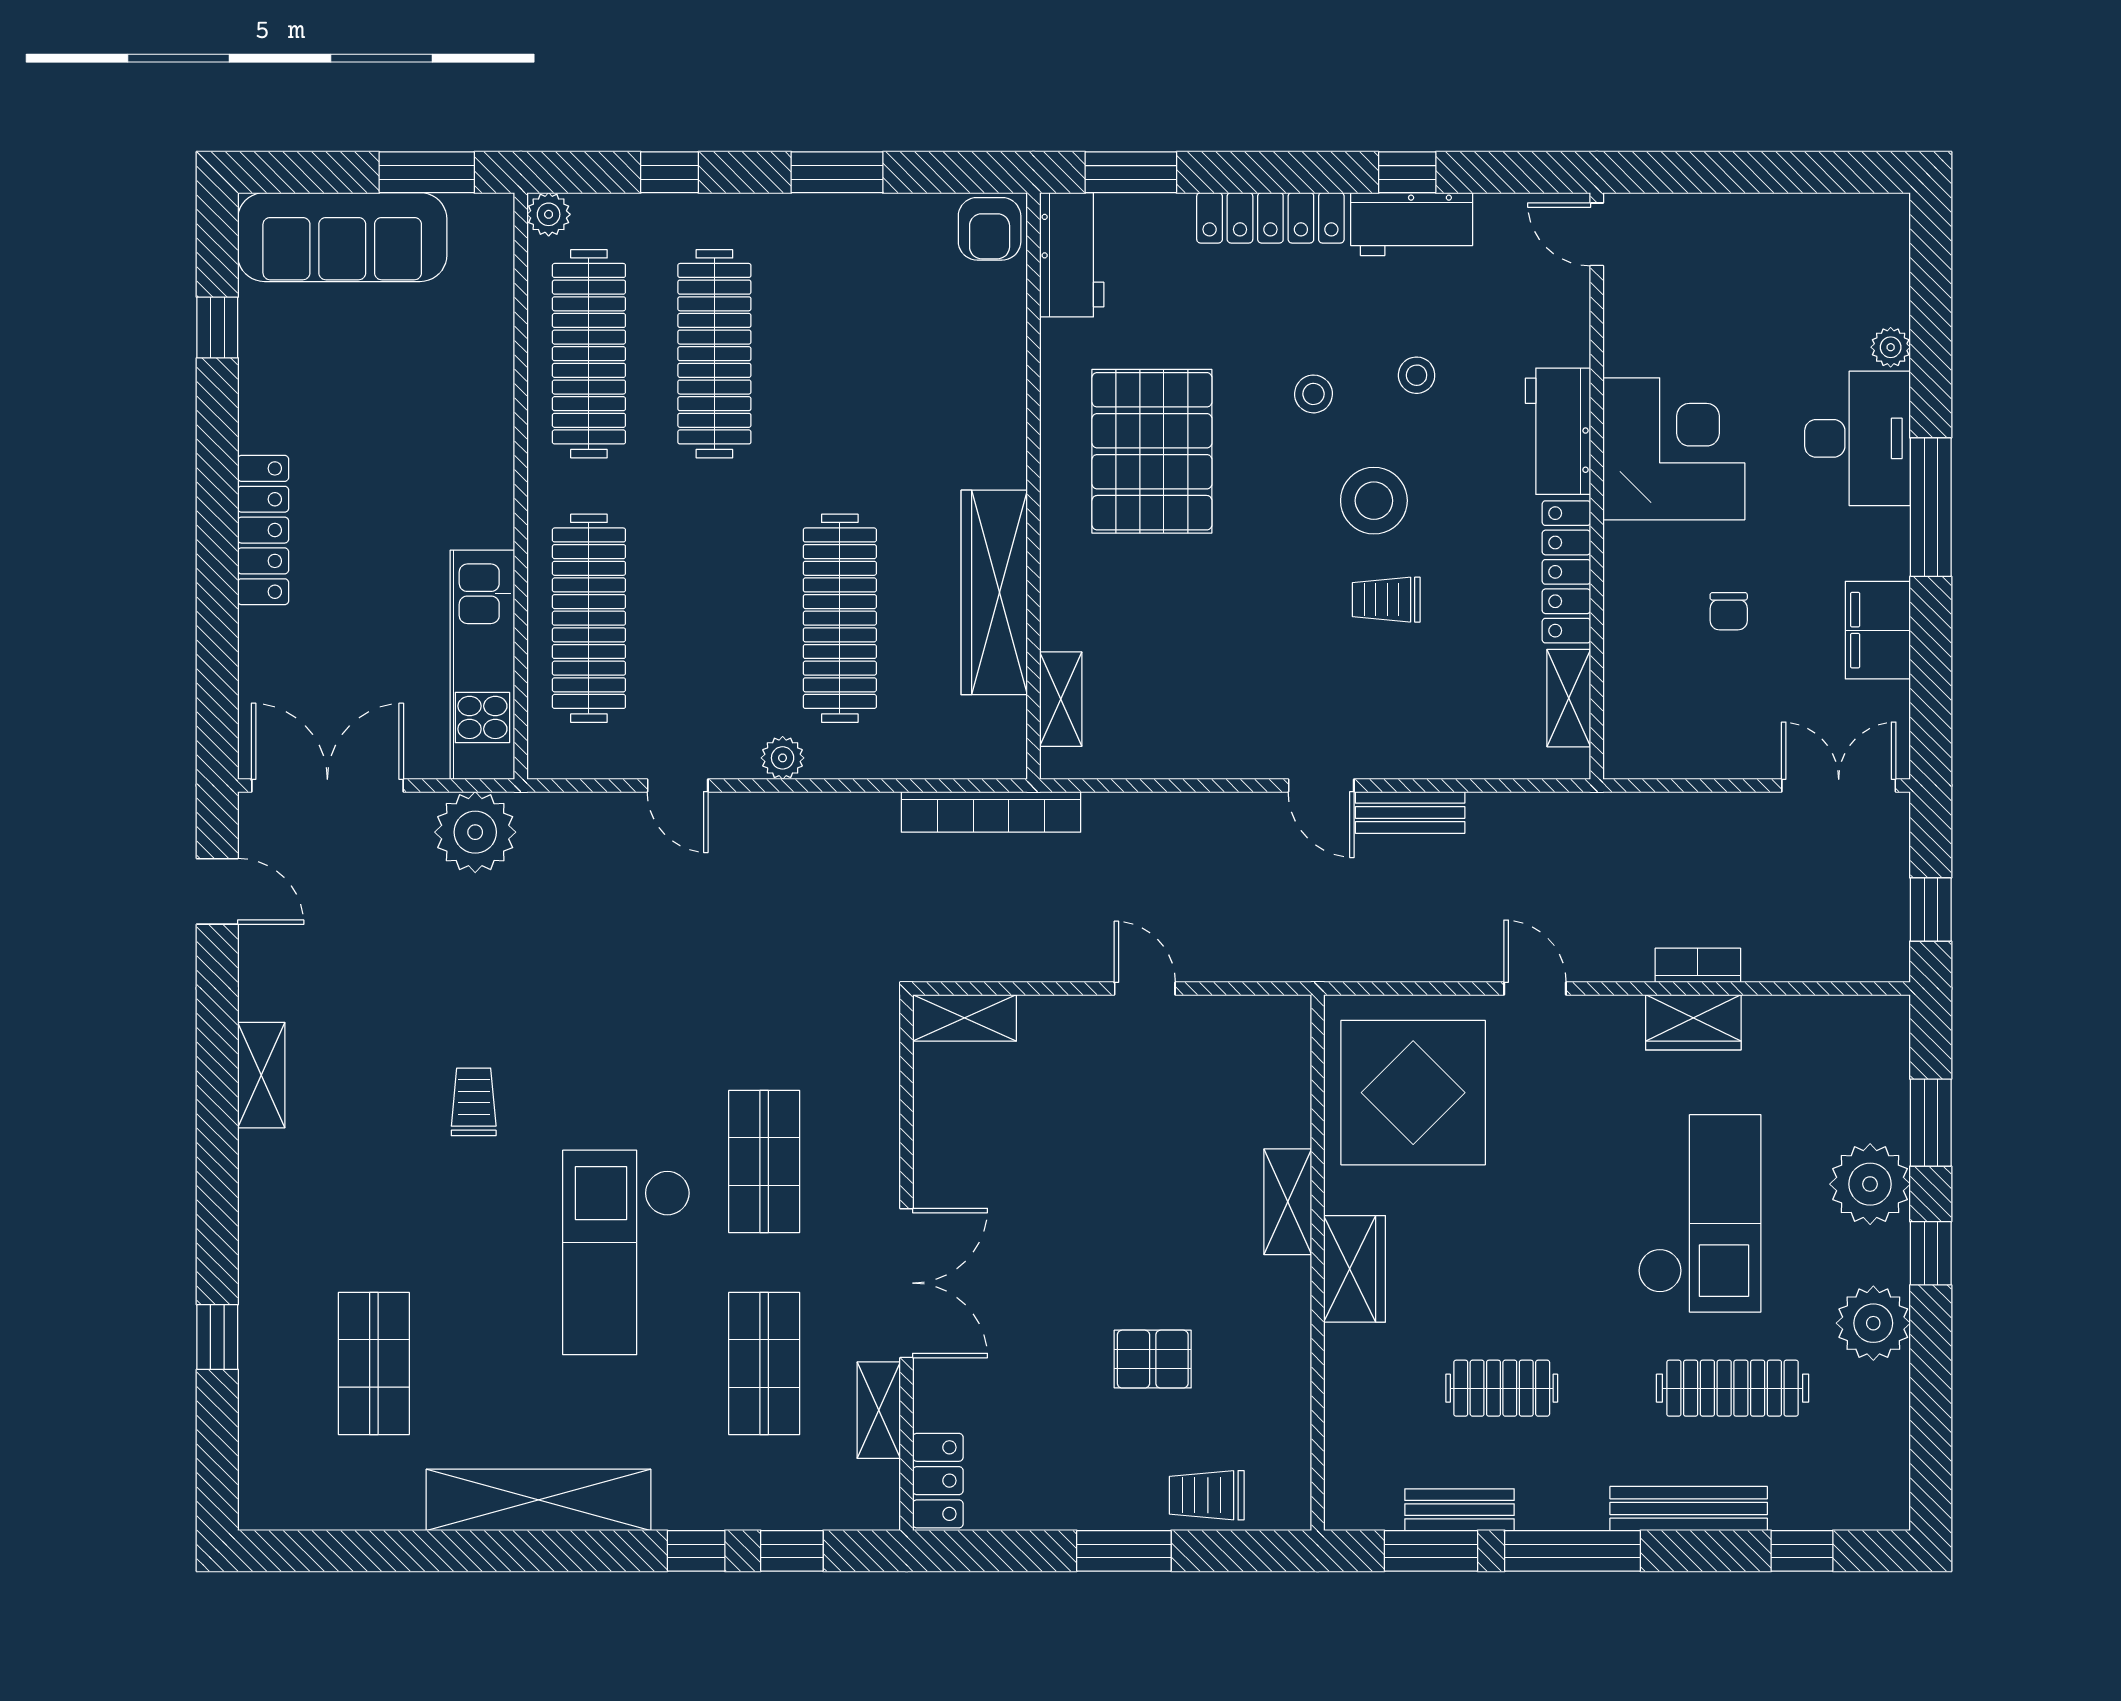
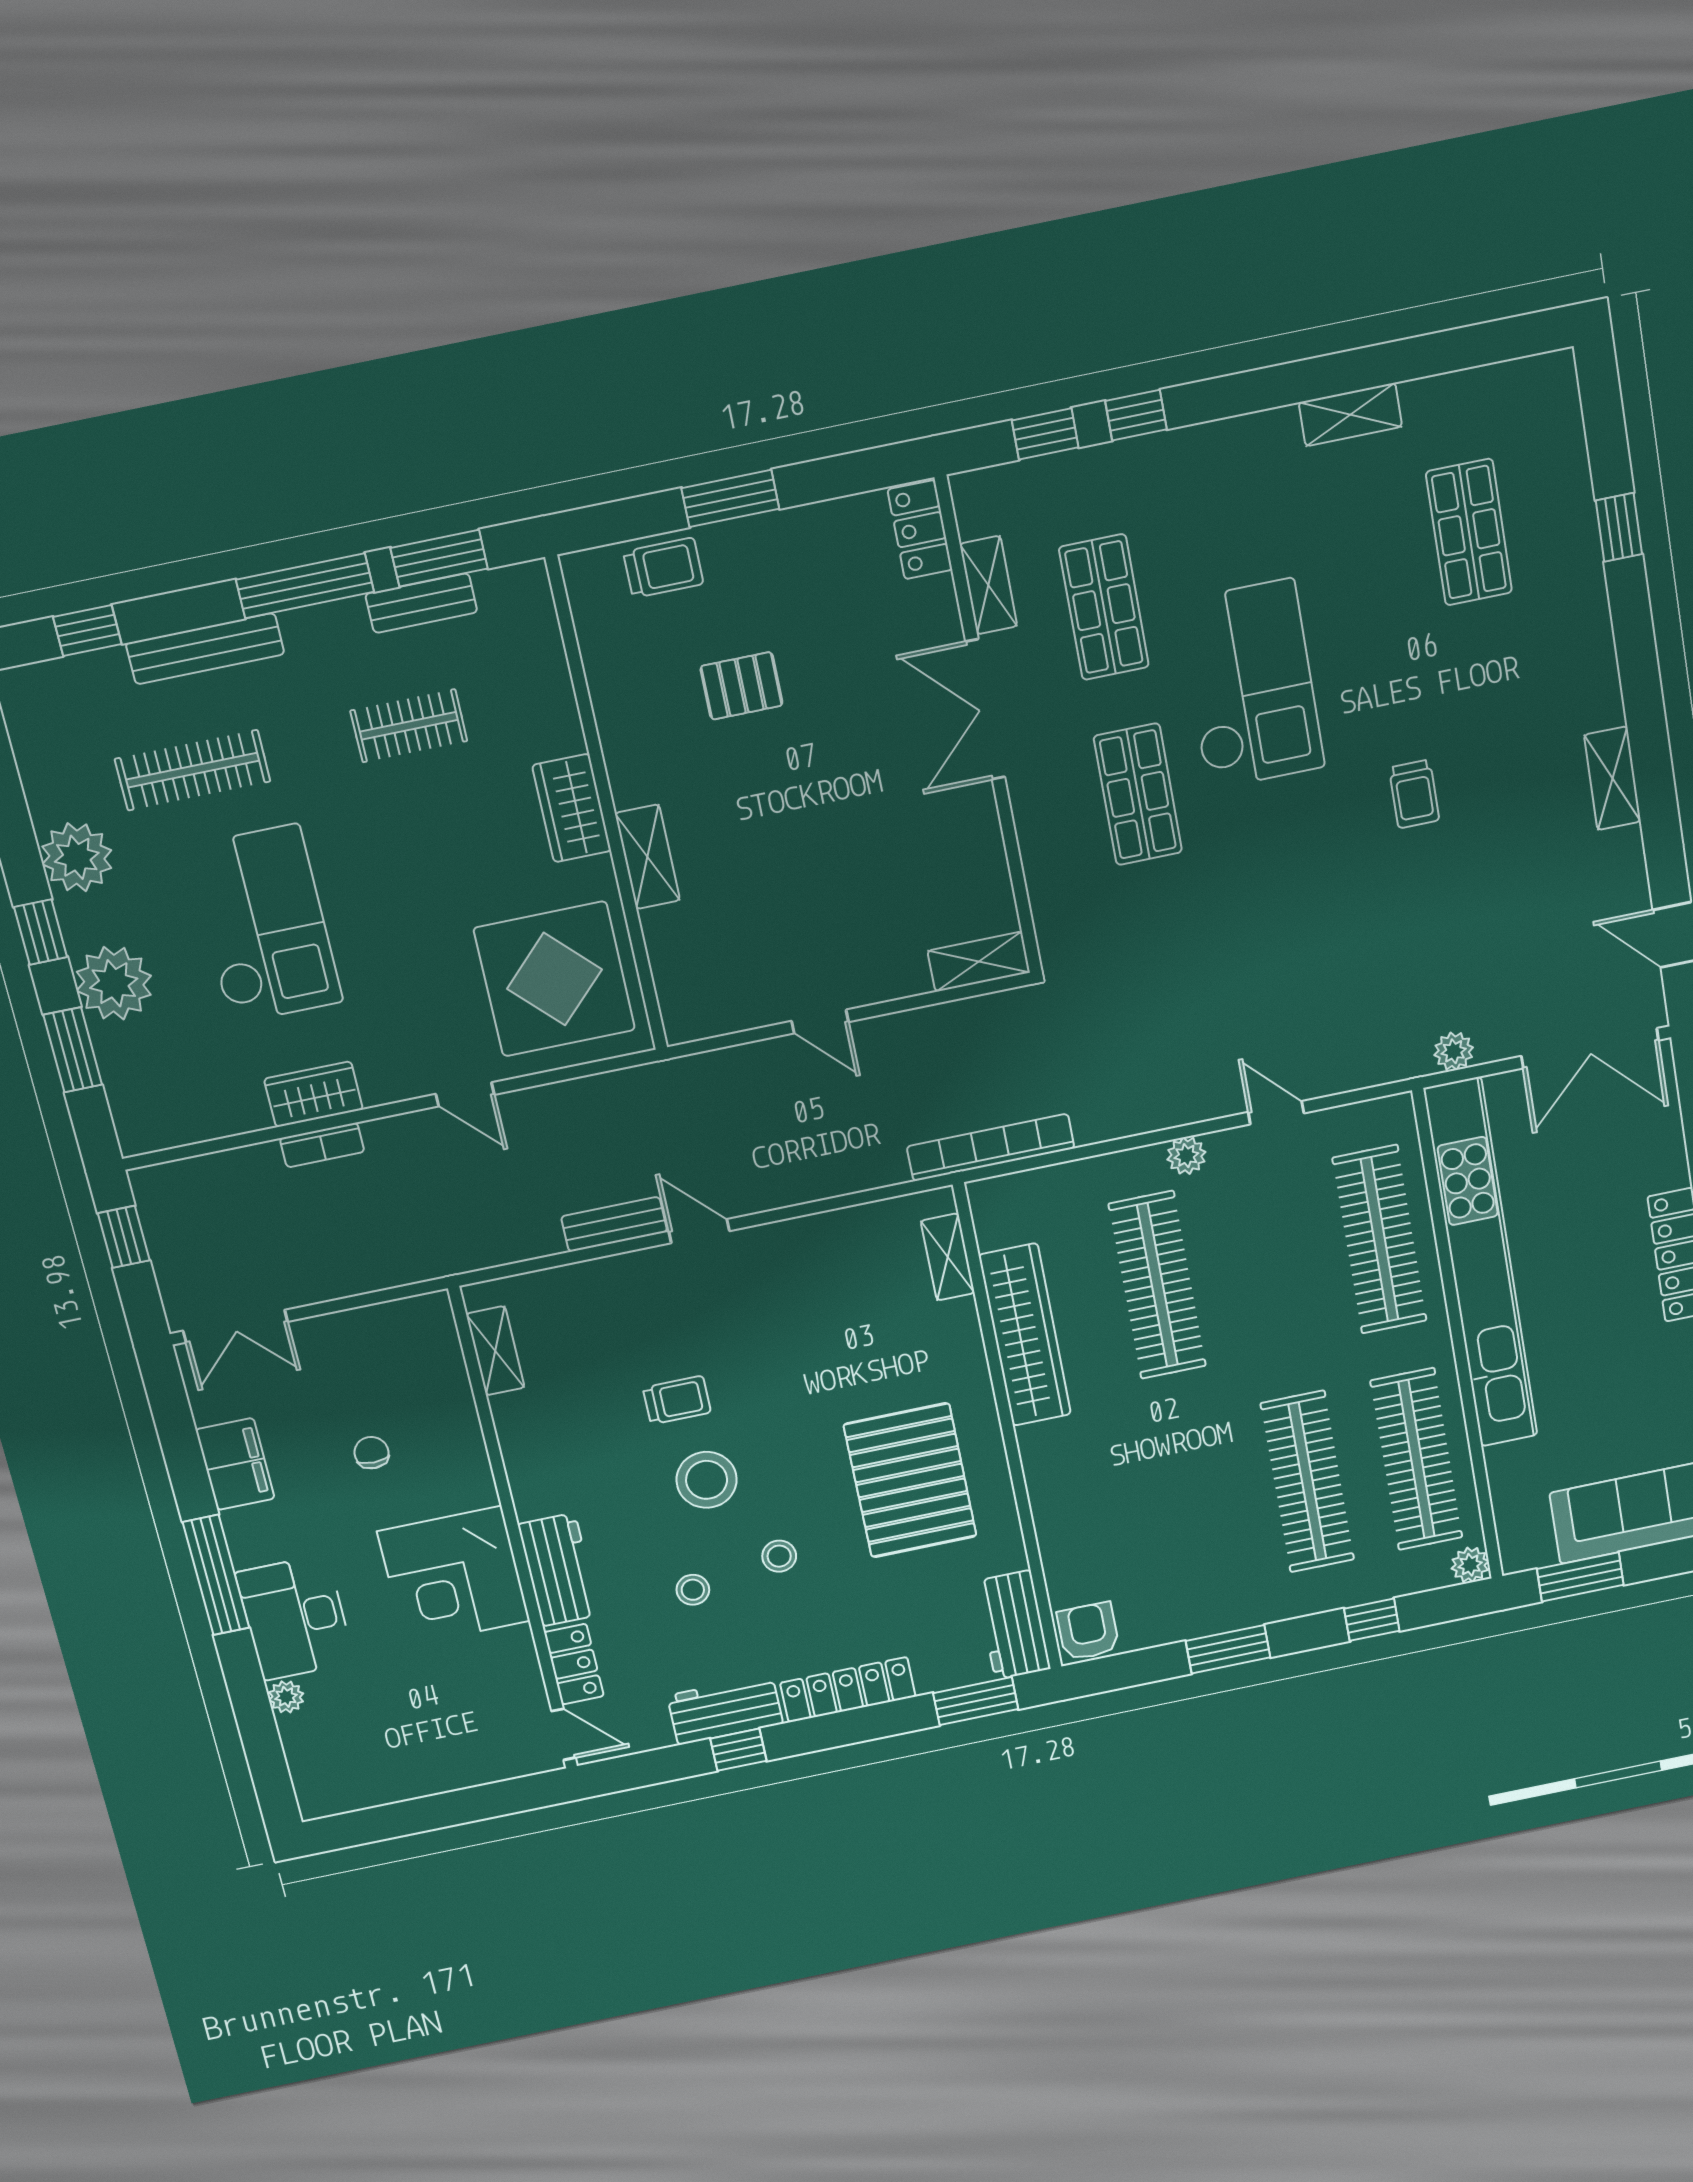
locker: (1566, 572) -> (574, 1664), moved, width x0.66
kitchen unit: (482, 665) -> (1481, 1264), width x1.86
plant: (475, 832) -> (1454, 1051), width x0.53, depth x0.53
checkout: (1699, 1213) -> (264, 924), turned 180
shelving: (538, 1500) -> (1350, 415), width x0.45, depth x0.75

